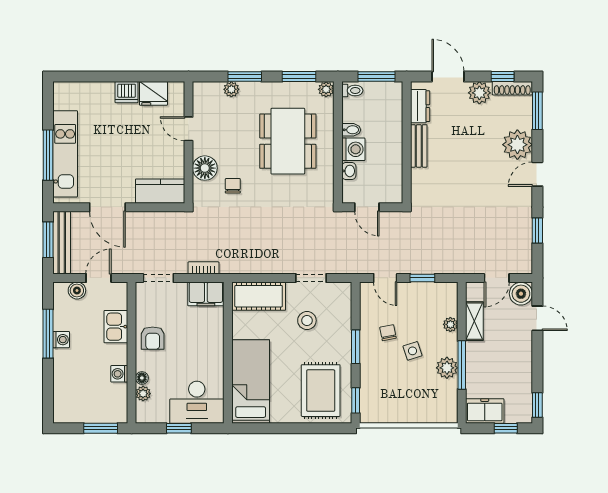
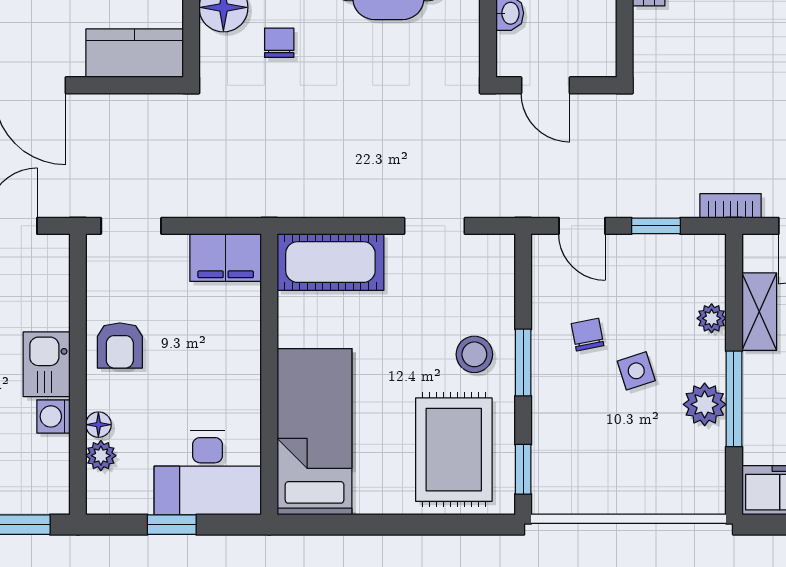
bookcase: (203, 268) -> (731, 206), moved
stool: (307, 321) -> (474, 354), moved
kitchen sink: (116, 327) -> (47, 364), moved

